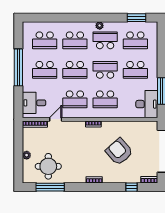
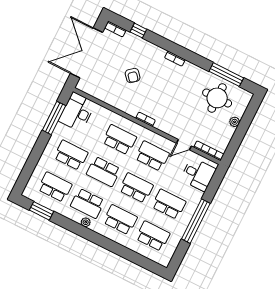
armchair: (119, 152) -> (133, 75), width x0.53, depth x0.53

